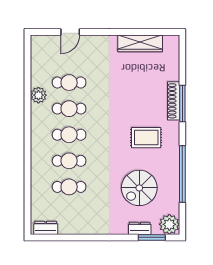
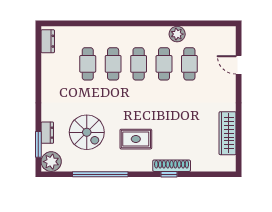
window: (182, 103) -> (169, 174), width x0.46
rug: (146, 138) -> (136, 139), turned 90
spiral stairs: (139, 188) -> (87, 132), turned 180

